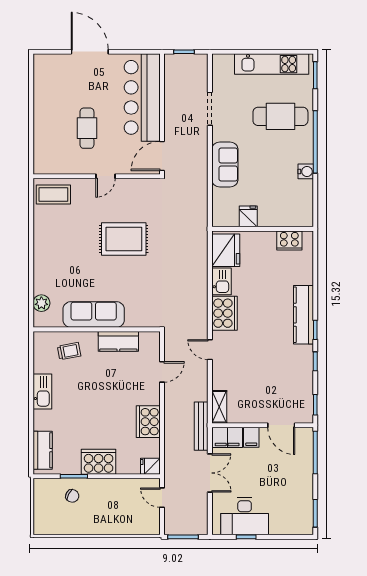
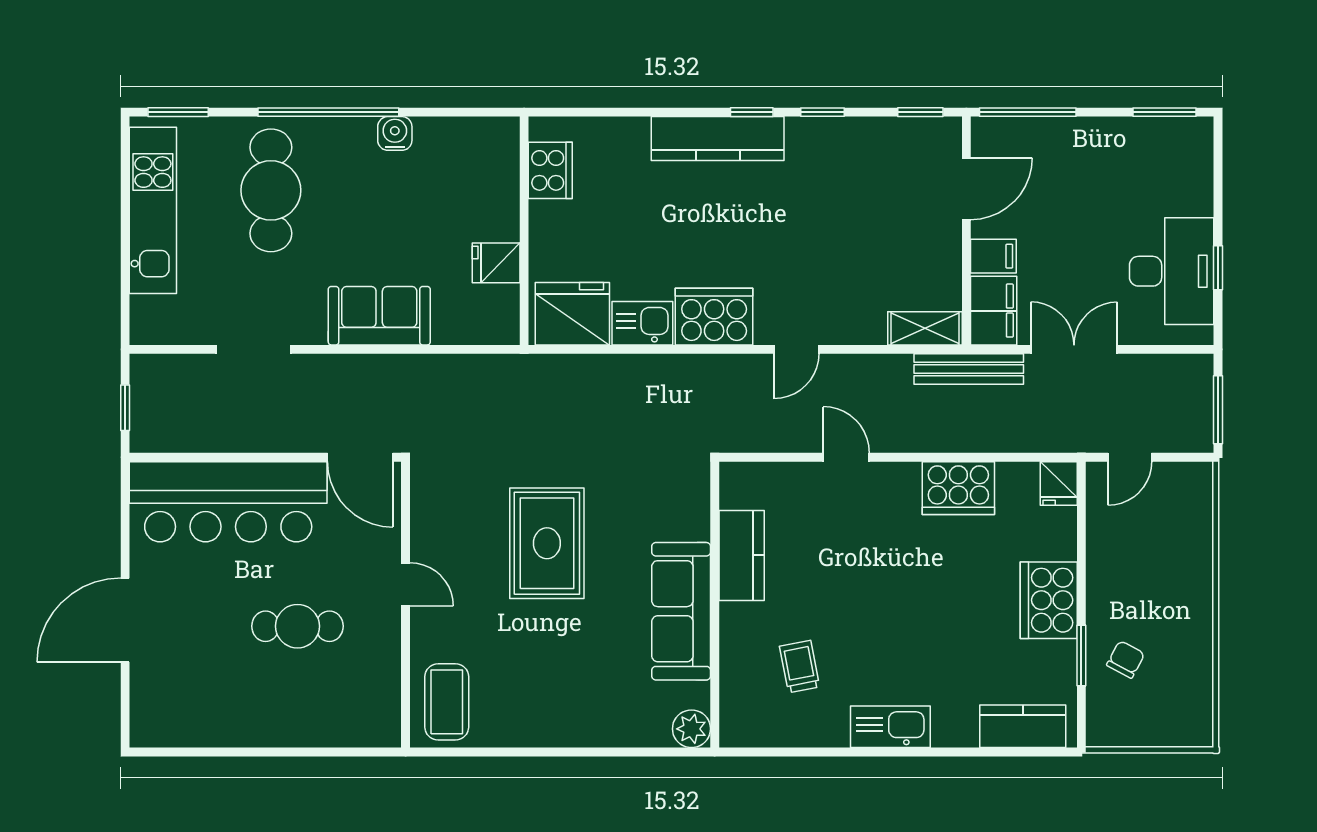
sofa: (94, 315) -> (681, 611), moved
wall: (97, 329) -> (715, 605), moved
kitchen counter: (118, 341) -> (742, 555), moved

